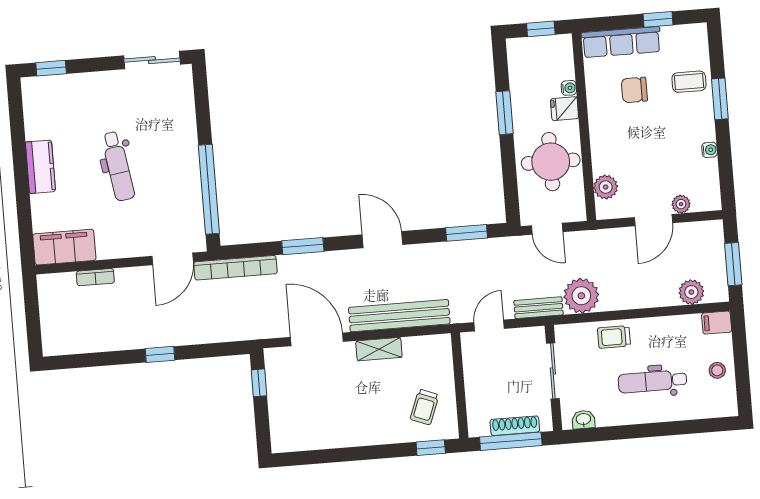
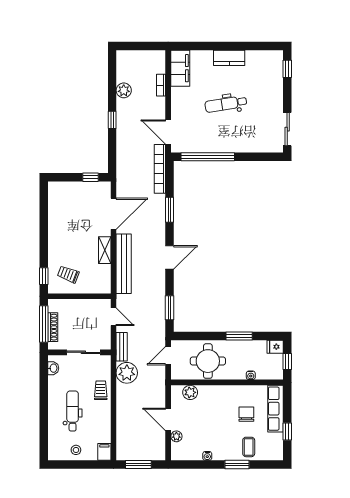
fridge: (565, 109) -> (275, 347), moved, turned -90
plant: (691, 292) -> (124, 90), moved

